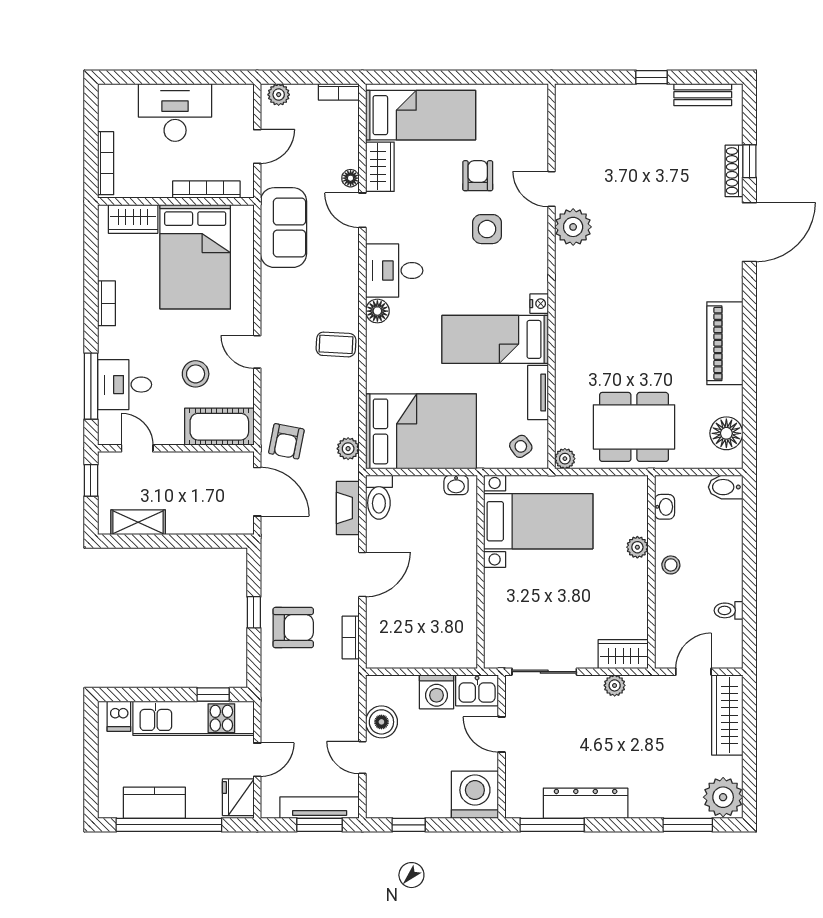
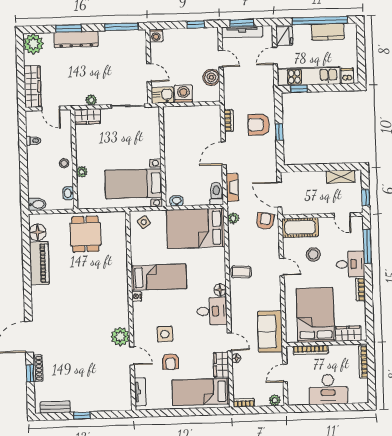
piano: (725, 343) -> (39, 263), moved
desk: (125, 385) -> (350, 264), moved
tv unit: (538, 393) -> (140, 392), moved
dining table: (634, 427) -> (85, 234), width x0.73
plant: (565, 459) -> (121, 217), removed
door: (693, 672) -> (51, 108), hinge flipped
washing machine: (475, 795) -> (156, 36), width x0.53, depth x0.53
dresser: (586, 803) -> (76, 39), moved
window: (688, 825) -> (68, 28), moved

